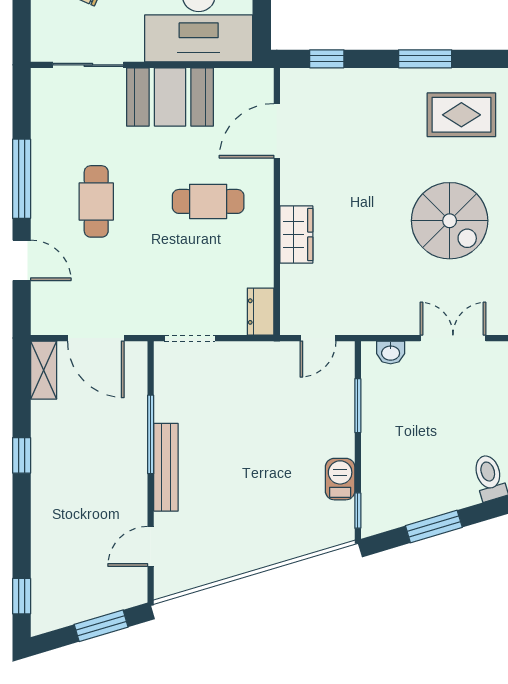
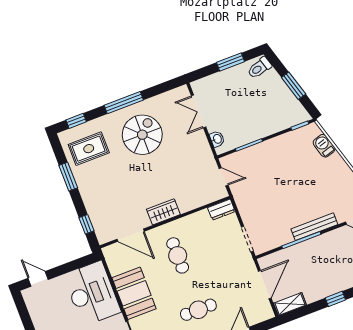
rug: (461, 115) -> (89, 149), turned 90
wardrobe: (296, 234) -> (163, 212), moved
barbecue: (340, 479) -> (324, 146), moved, turned 73

